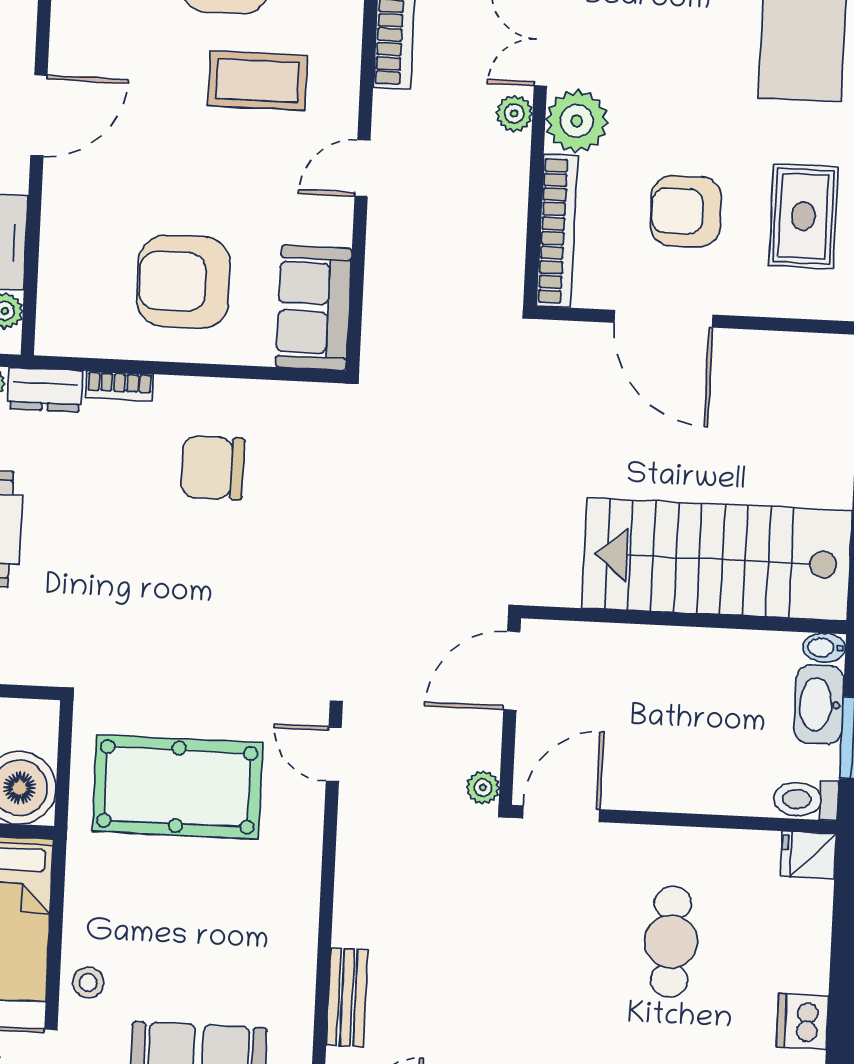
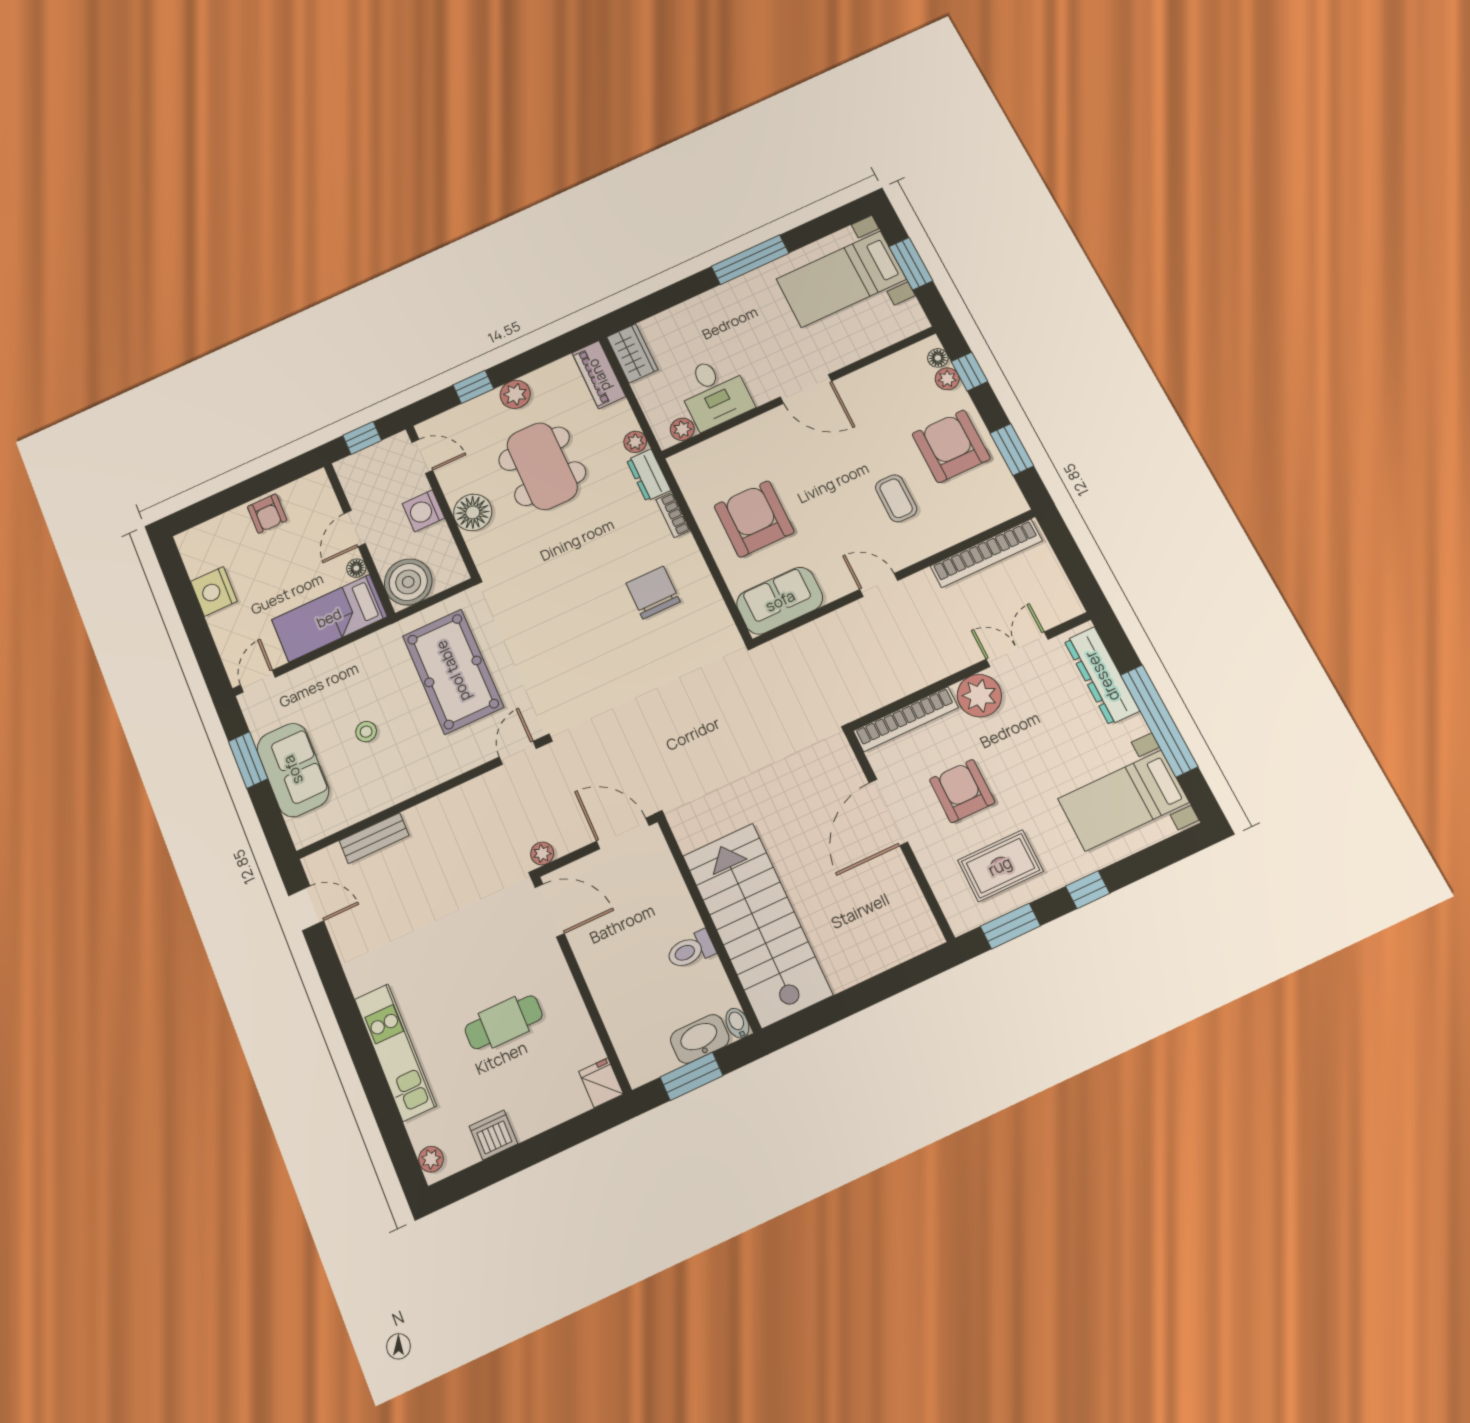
coffee table: (258, 81) -> (896, 498), width x0.73, depth x0.77
plant: (514, 114) -> (962, 656), removed
toilet: (806, 800) -> (691, 950), moved, turned -90
stool: (88, 983) -> (366, 732), moved

